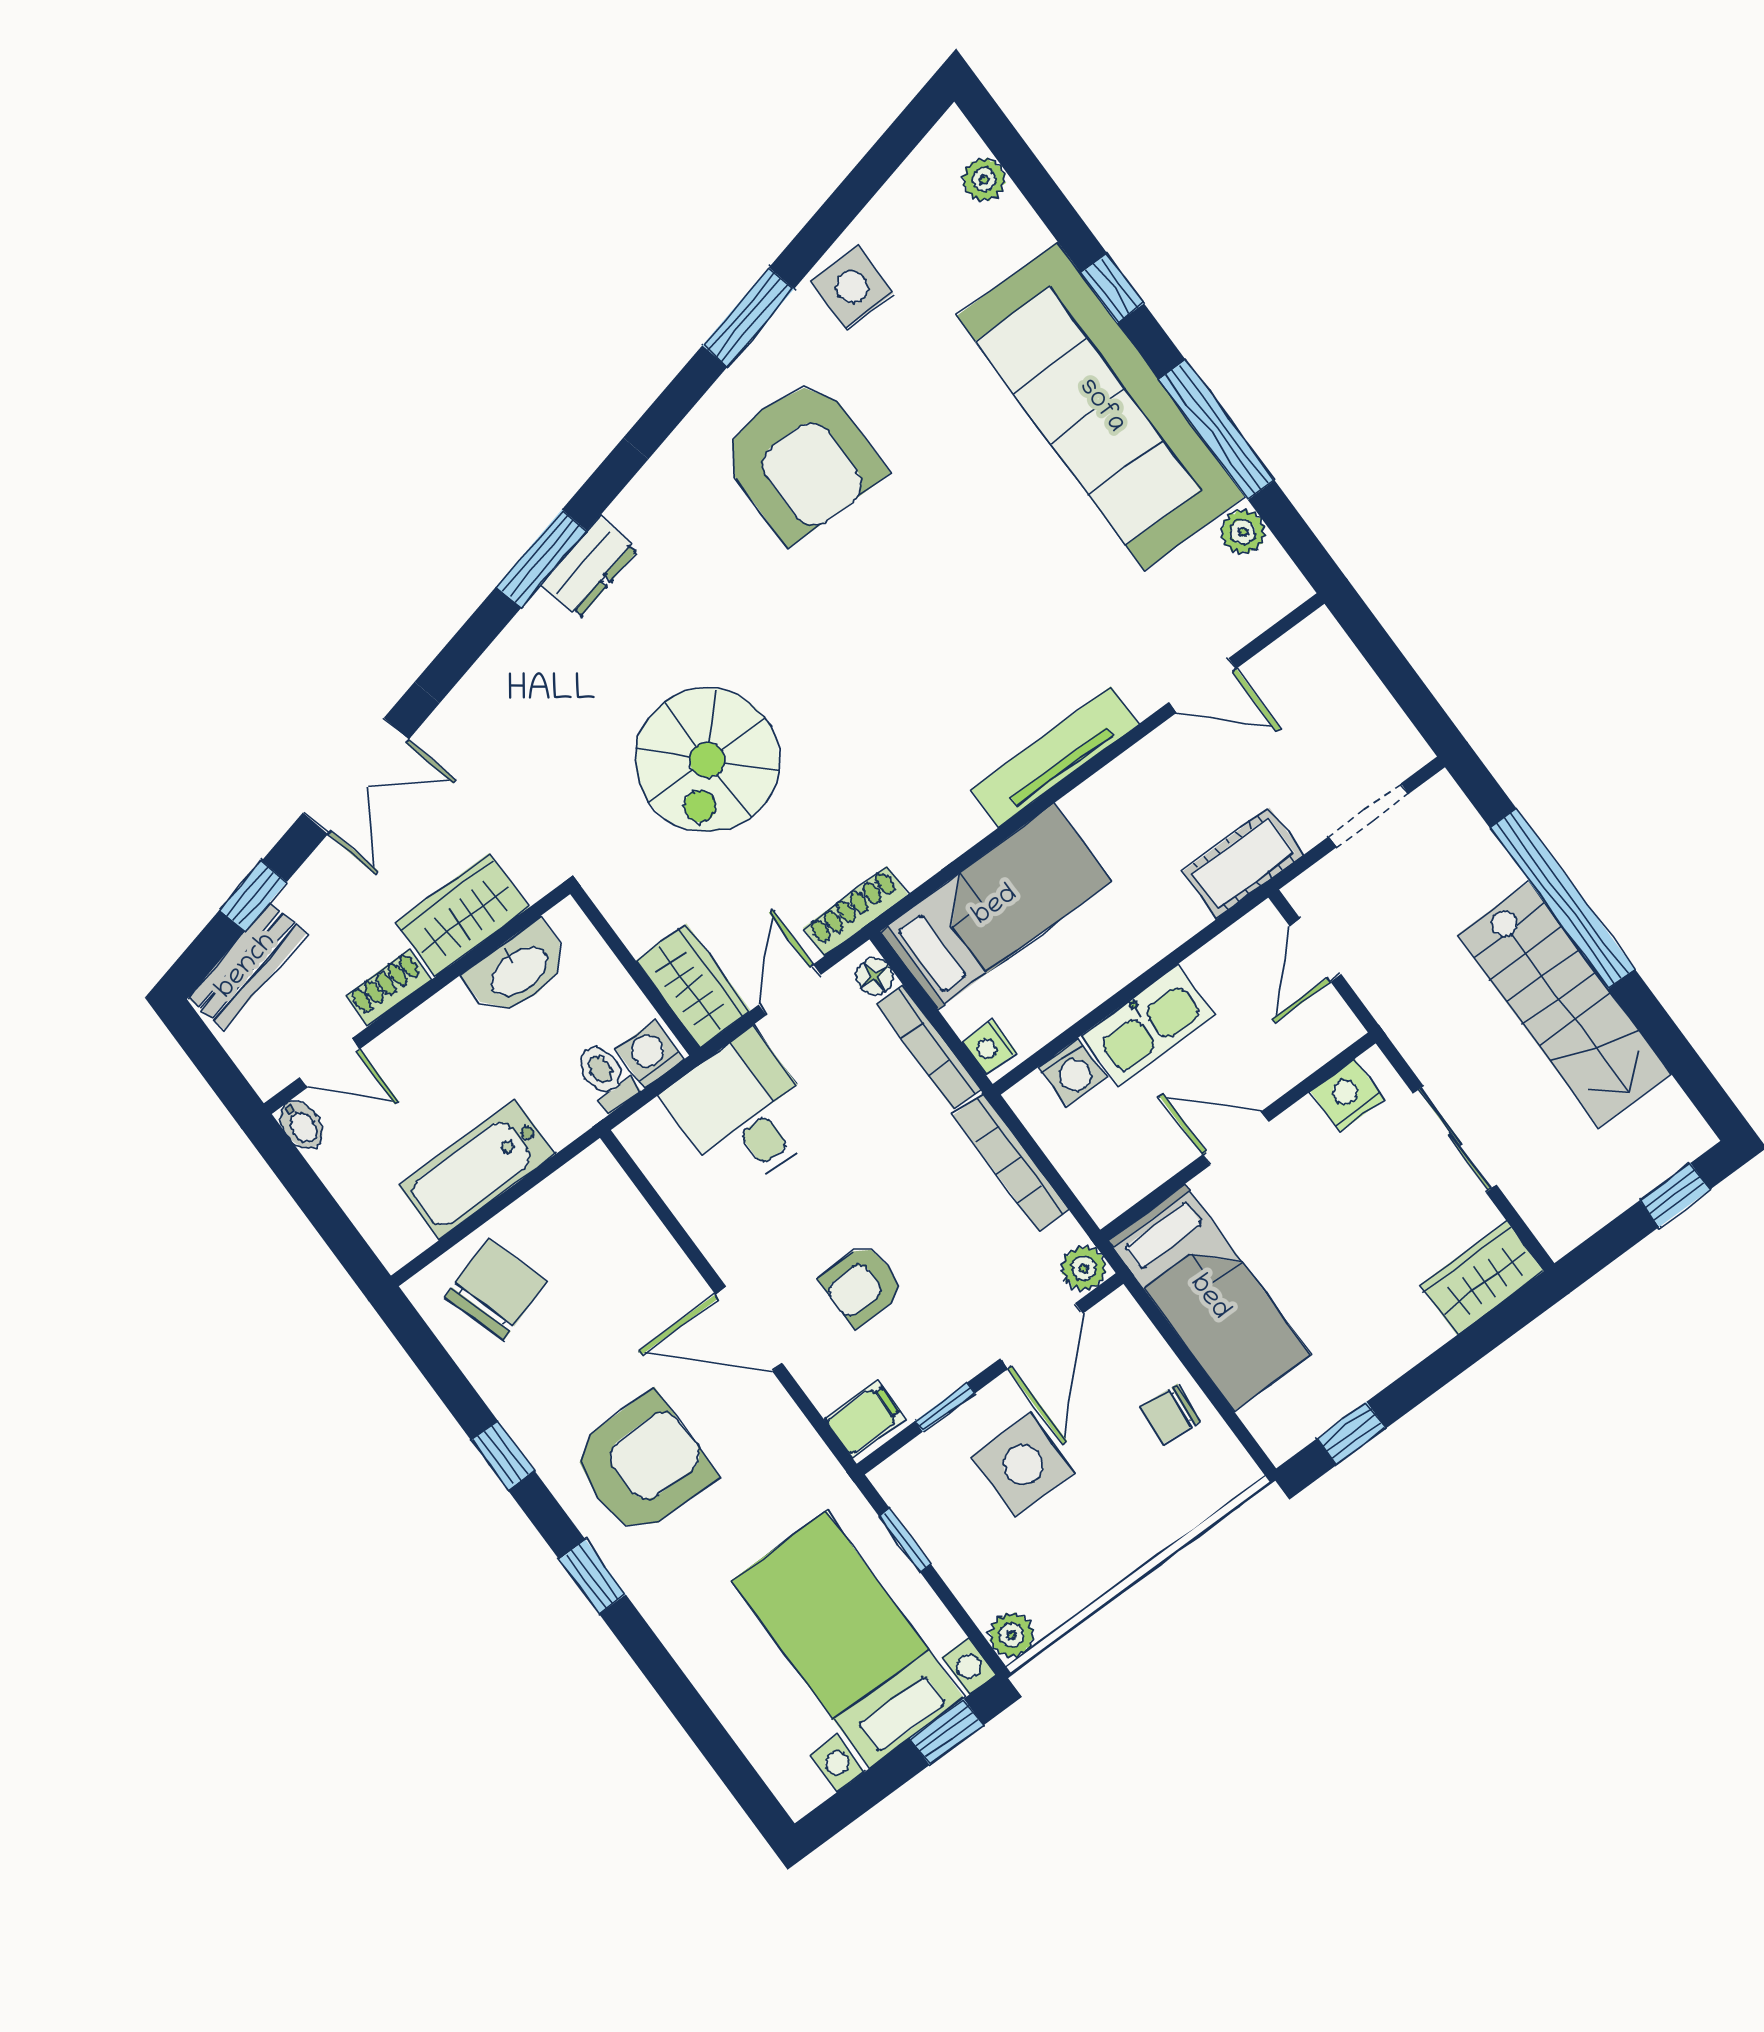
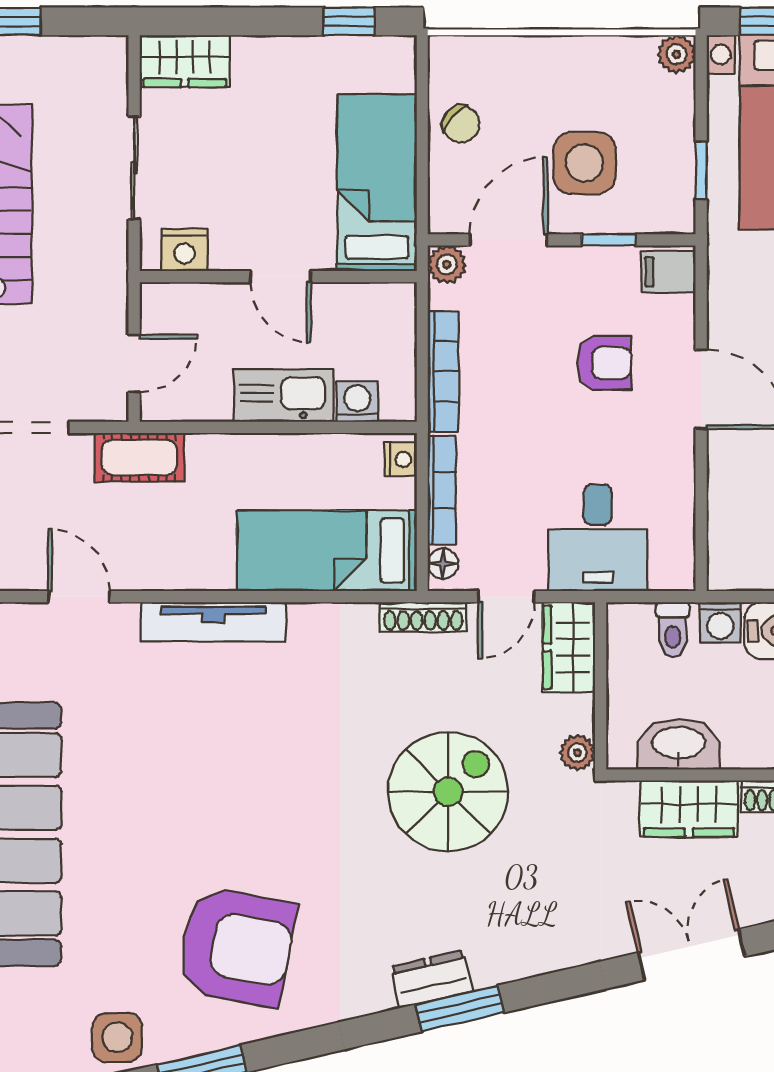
armchair: (801, 460) -> (236, 946), turned 101
plant: (610, 890) -> (577, 753), added
washing machine: (650, 1054) -> (720, 623), moved
chair: (1170, 1414) -> (461, 124), turned 36

